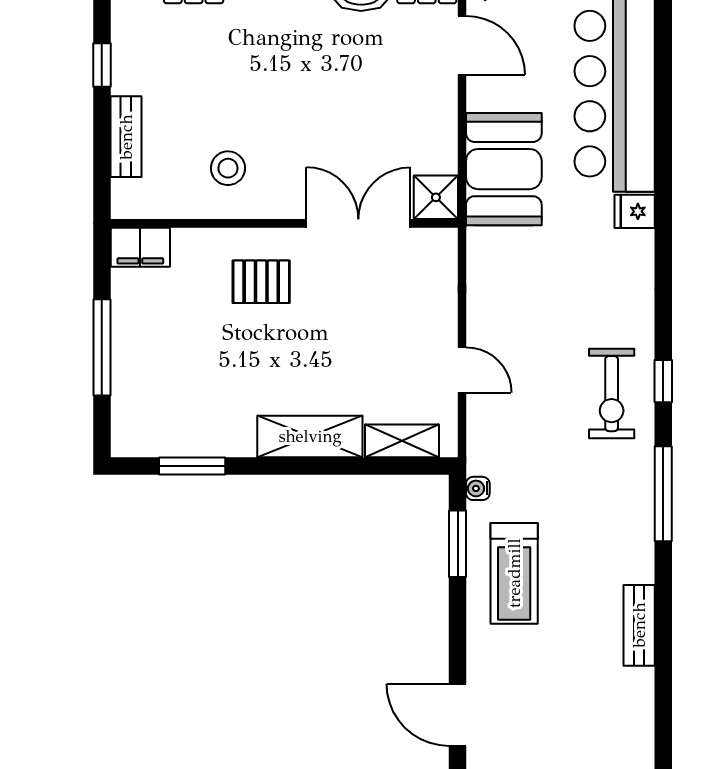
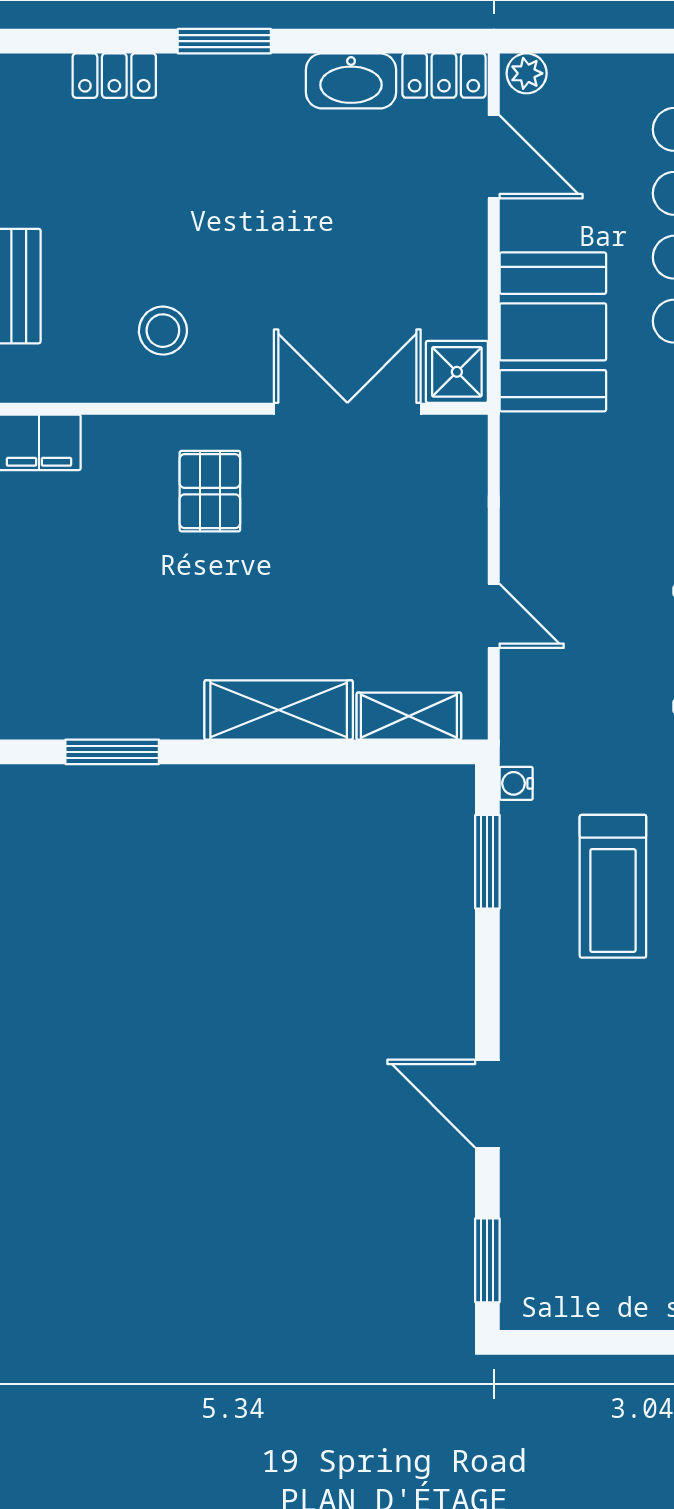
pallet: (261, 282) -> (210, 491), turned 90
treadmill: (514, 573) -> (613, 886), moved

